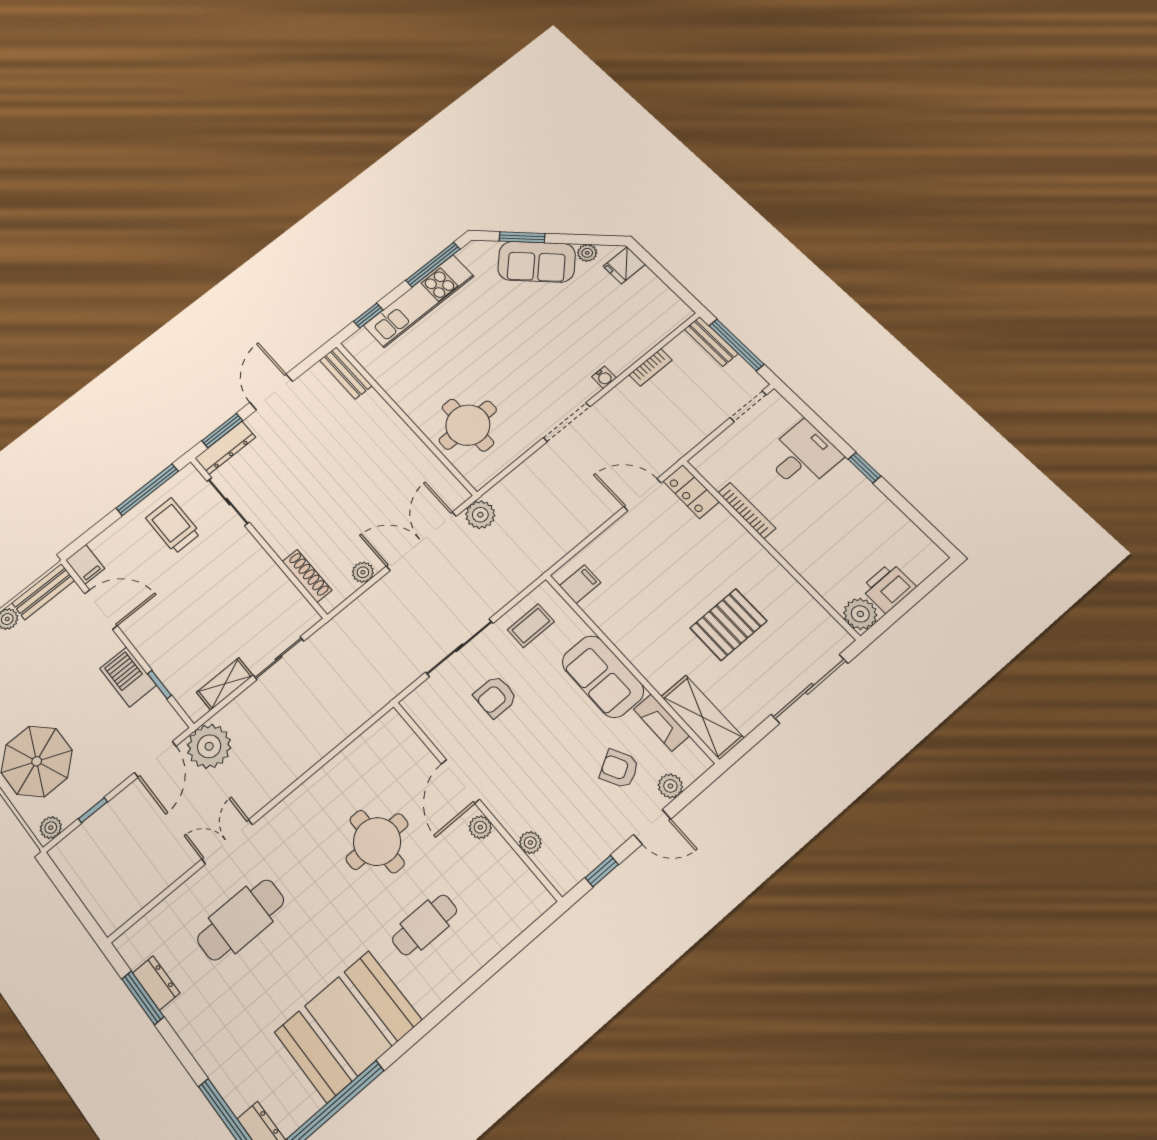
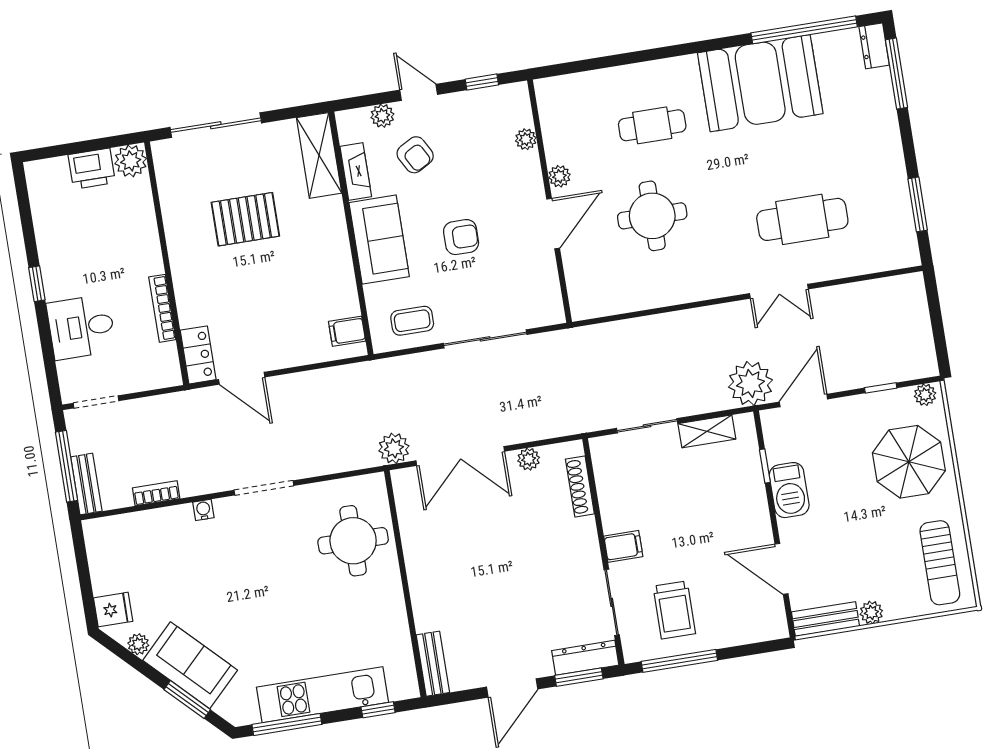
filing cabinet: (85, 564) -> (623, 546), moved, turned 90
armchair: (495, 697) -> (461, 237), moved
dresser: (156, 983) -> (900, 210), removed

